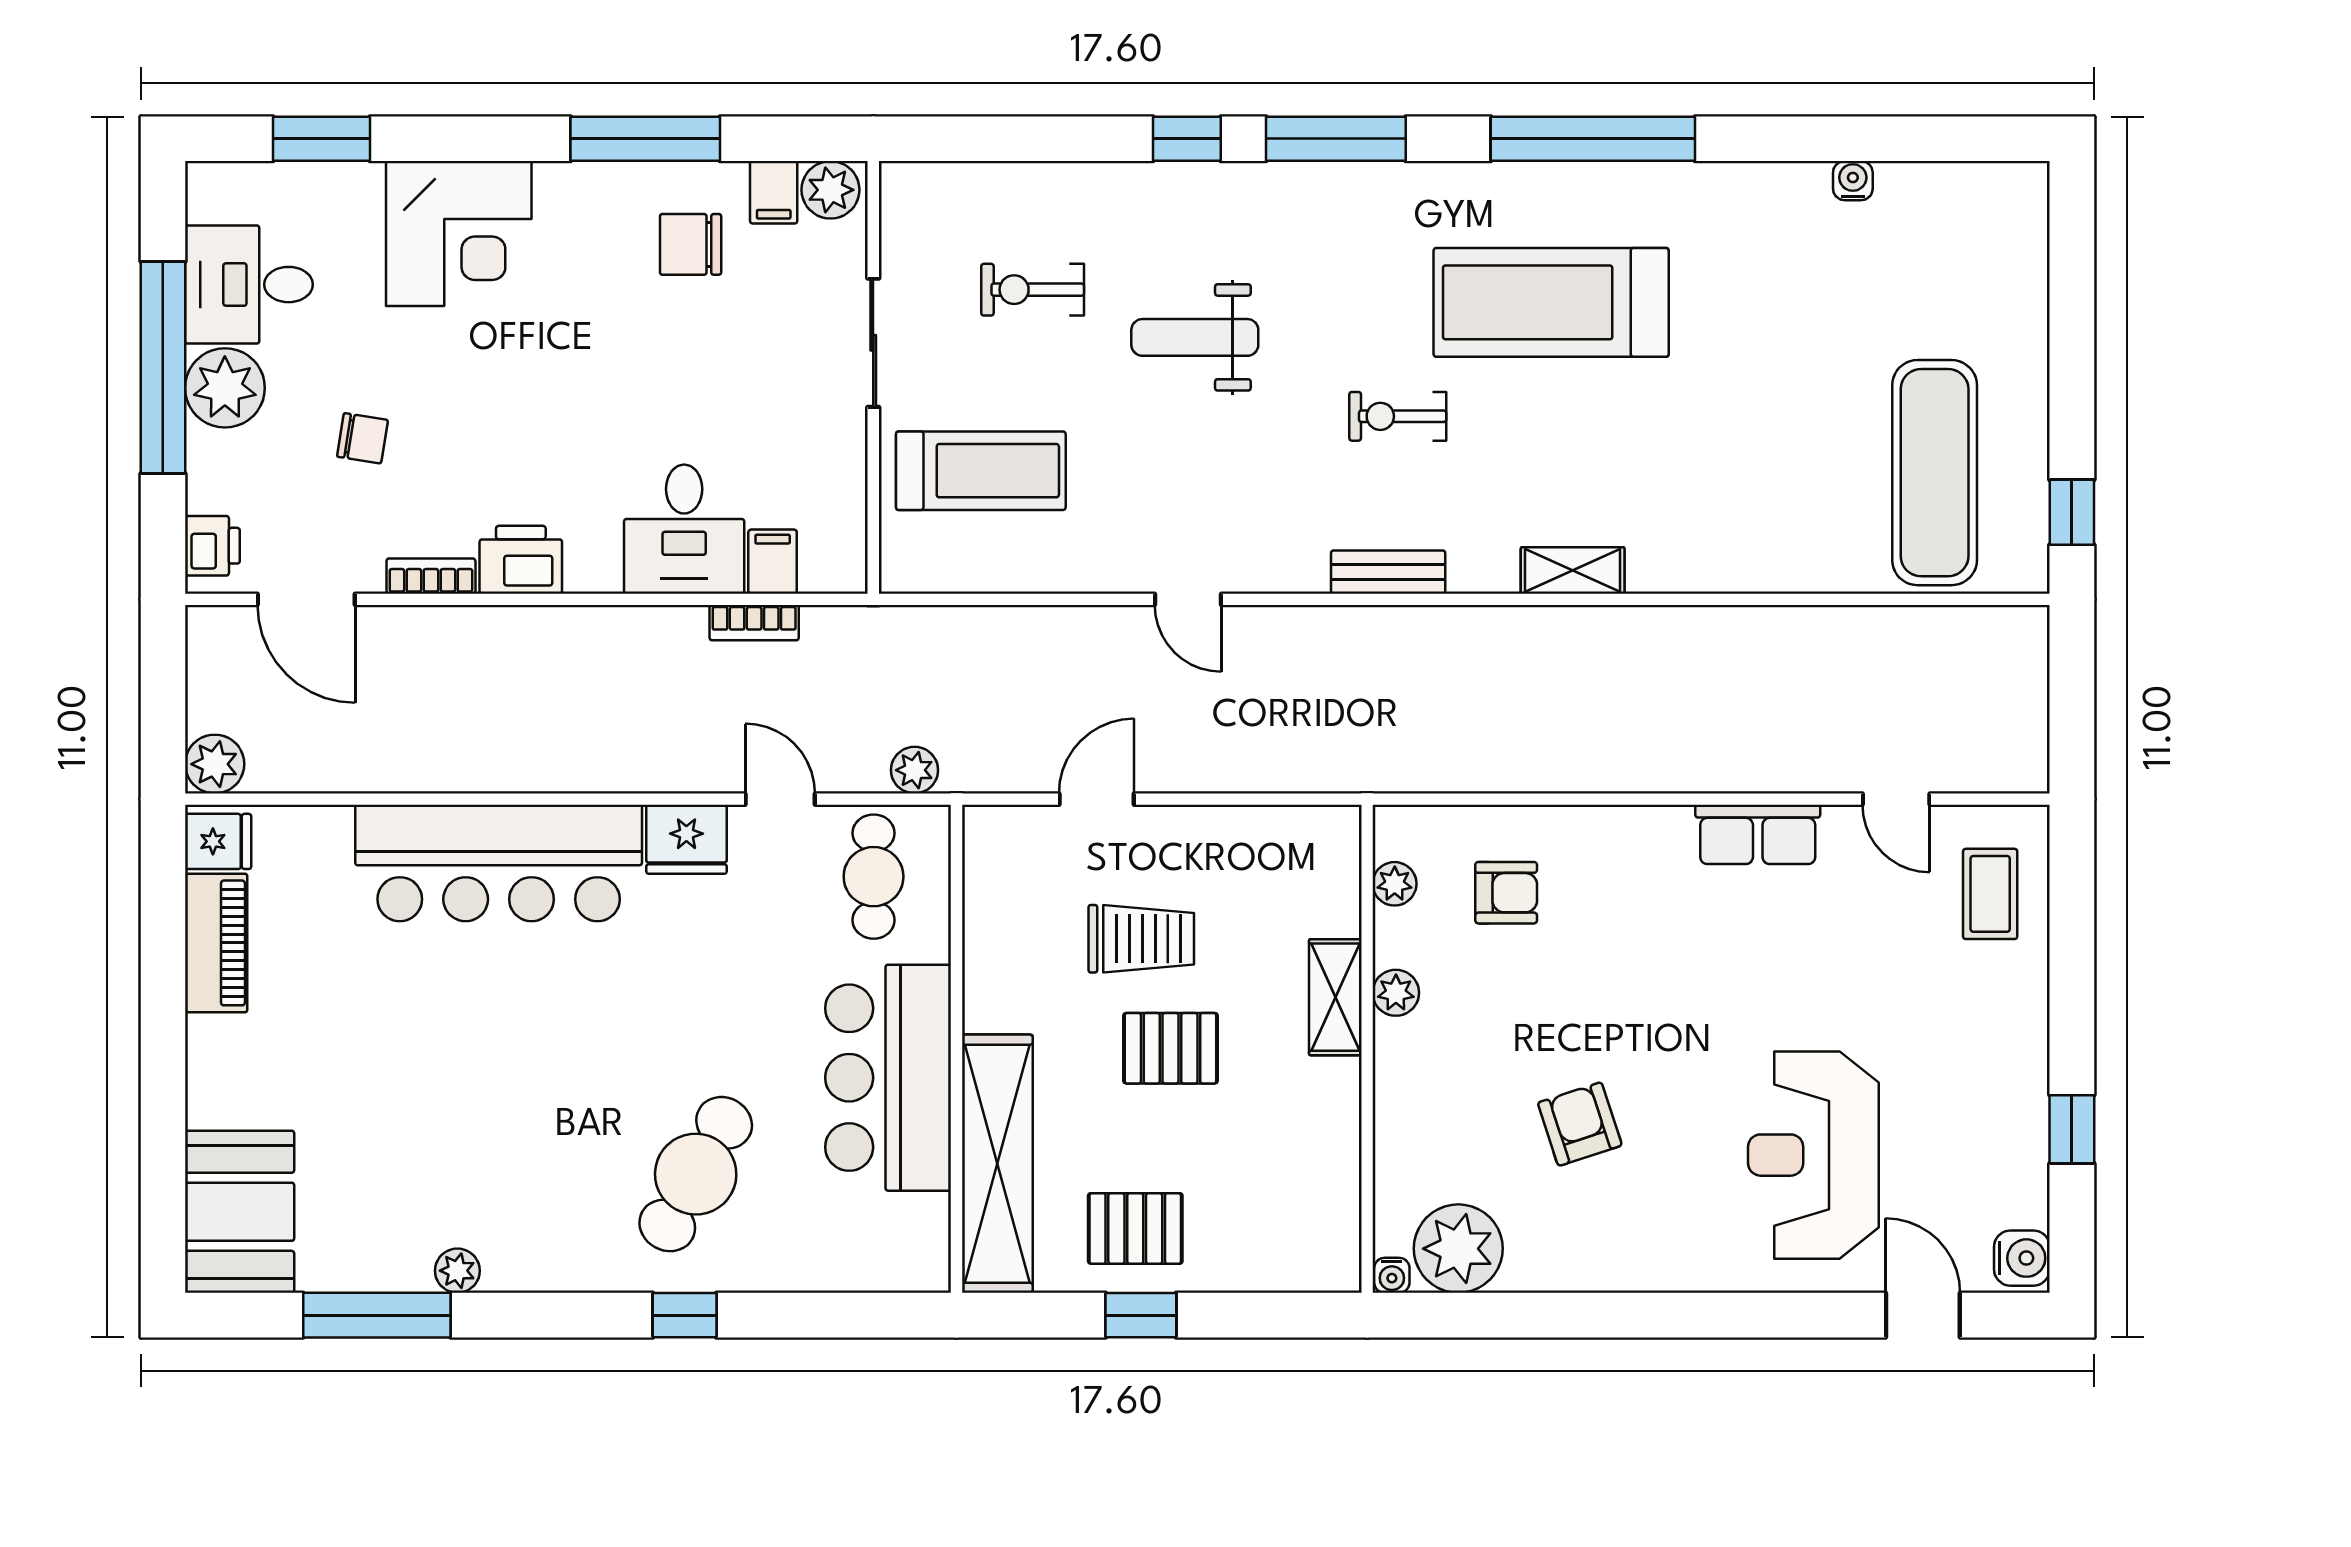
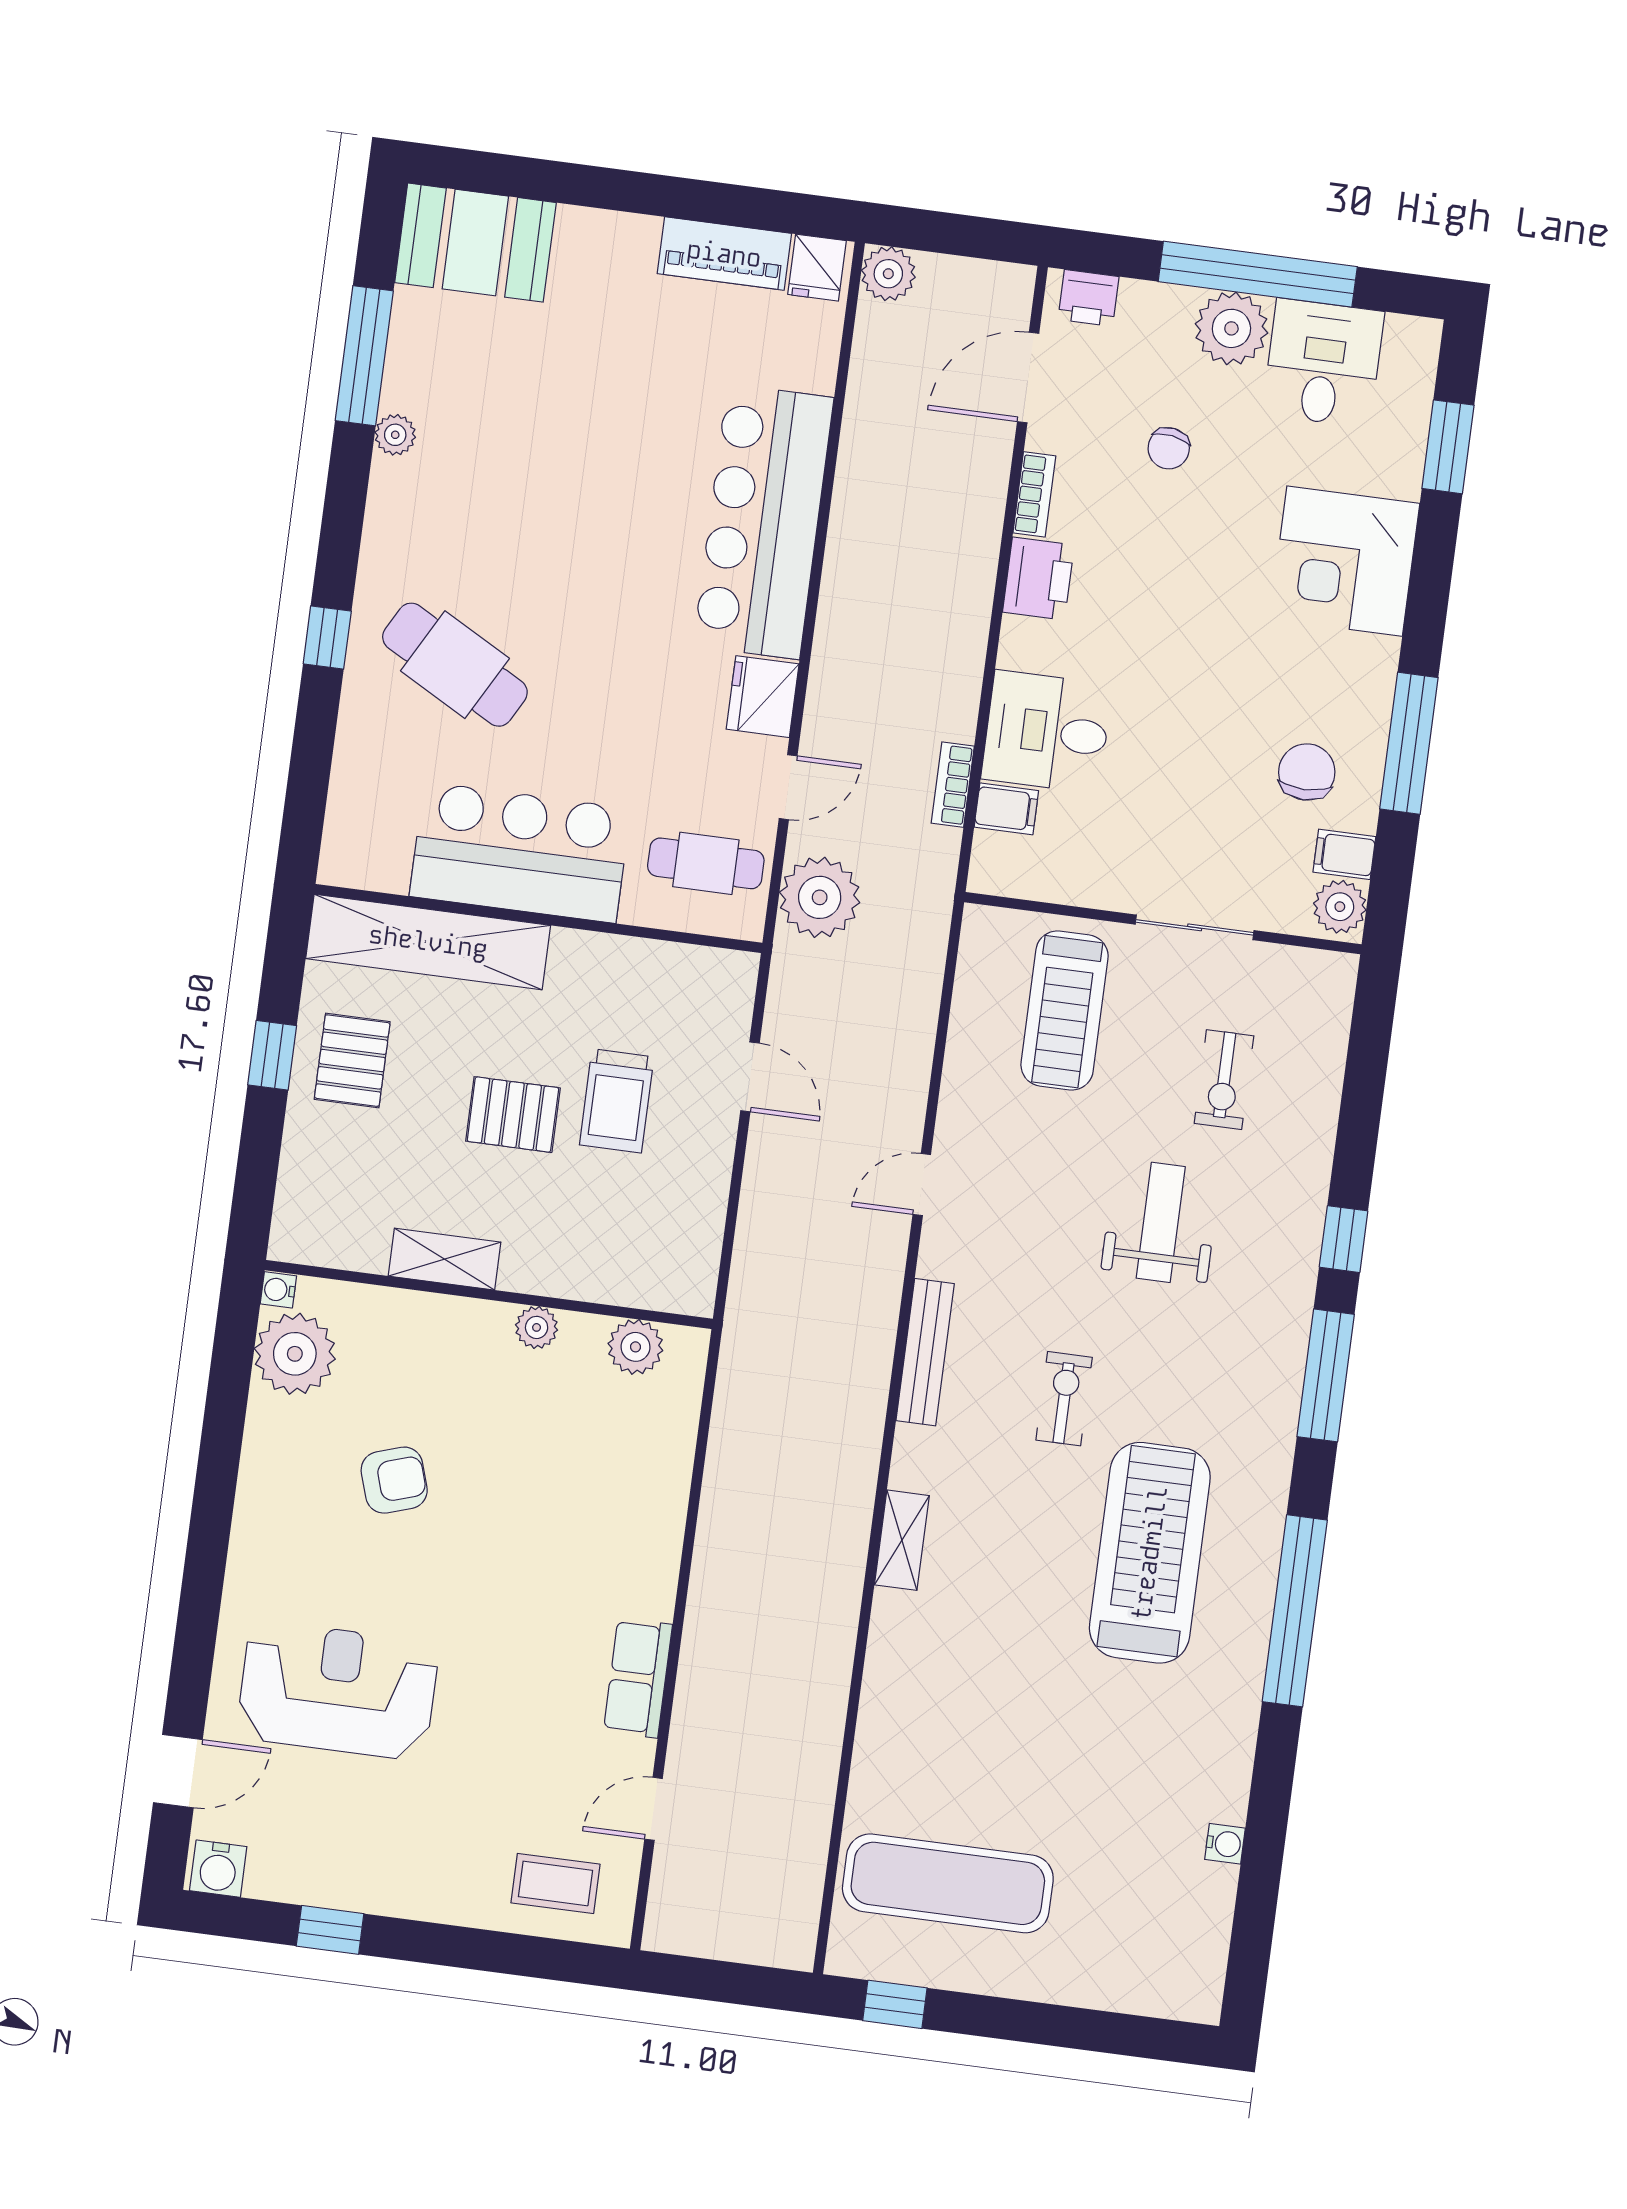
exercise bike: (1033, 290) -> (1224, 1080), turned 180
bench: (1388, 572) -> (925, 1352), width x1.36
plant: (915, 770) -> (820, 897), width x1.88, depth x1.88
plant: (1395, 884) -> (635, 1347), width x1.38, depth x1.38
armchair: (1506, 893) -> (615, 1440), removed
shelving: (1335, 997) -> (444, 1259), moved
pallet: (1171, 1048) -> (513, 1115), turned 90

